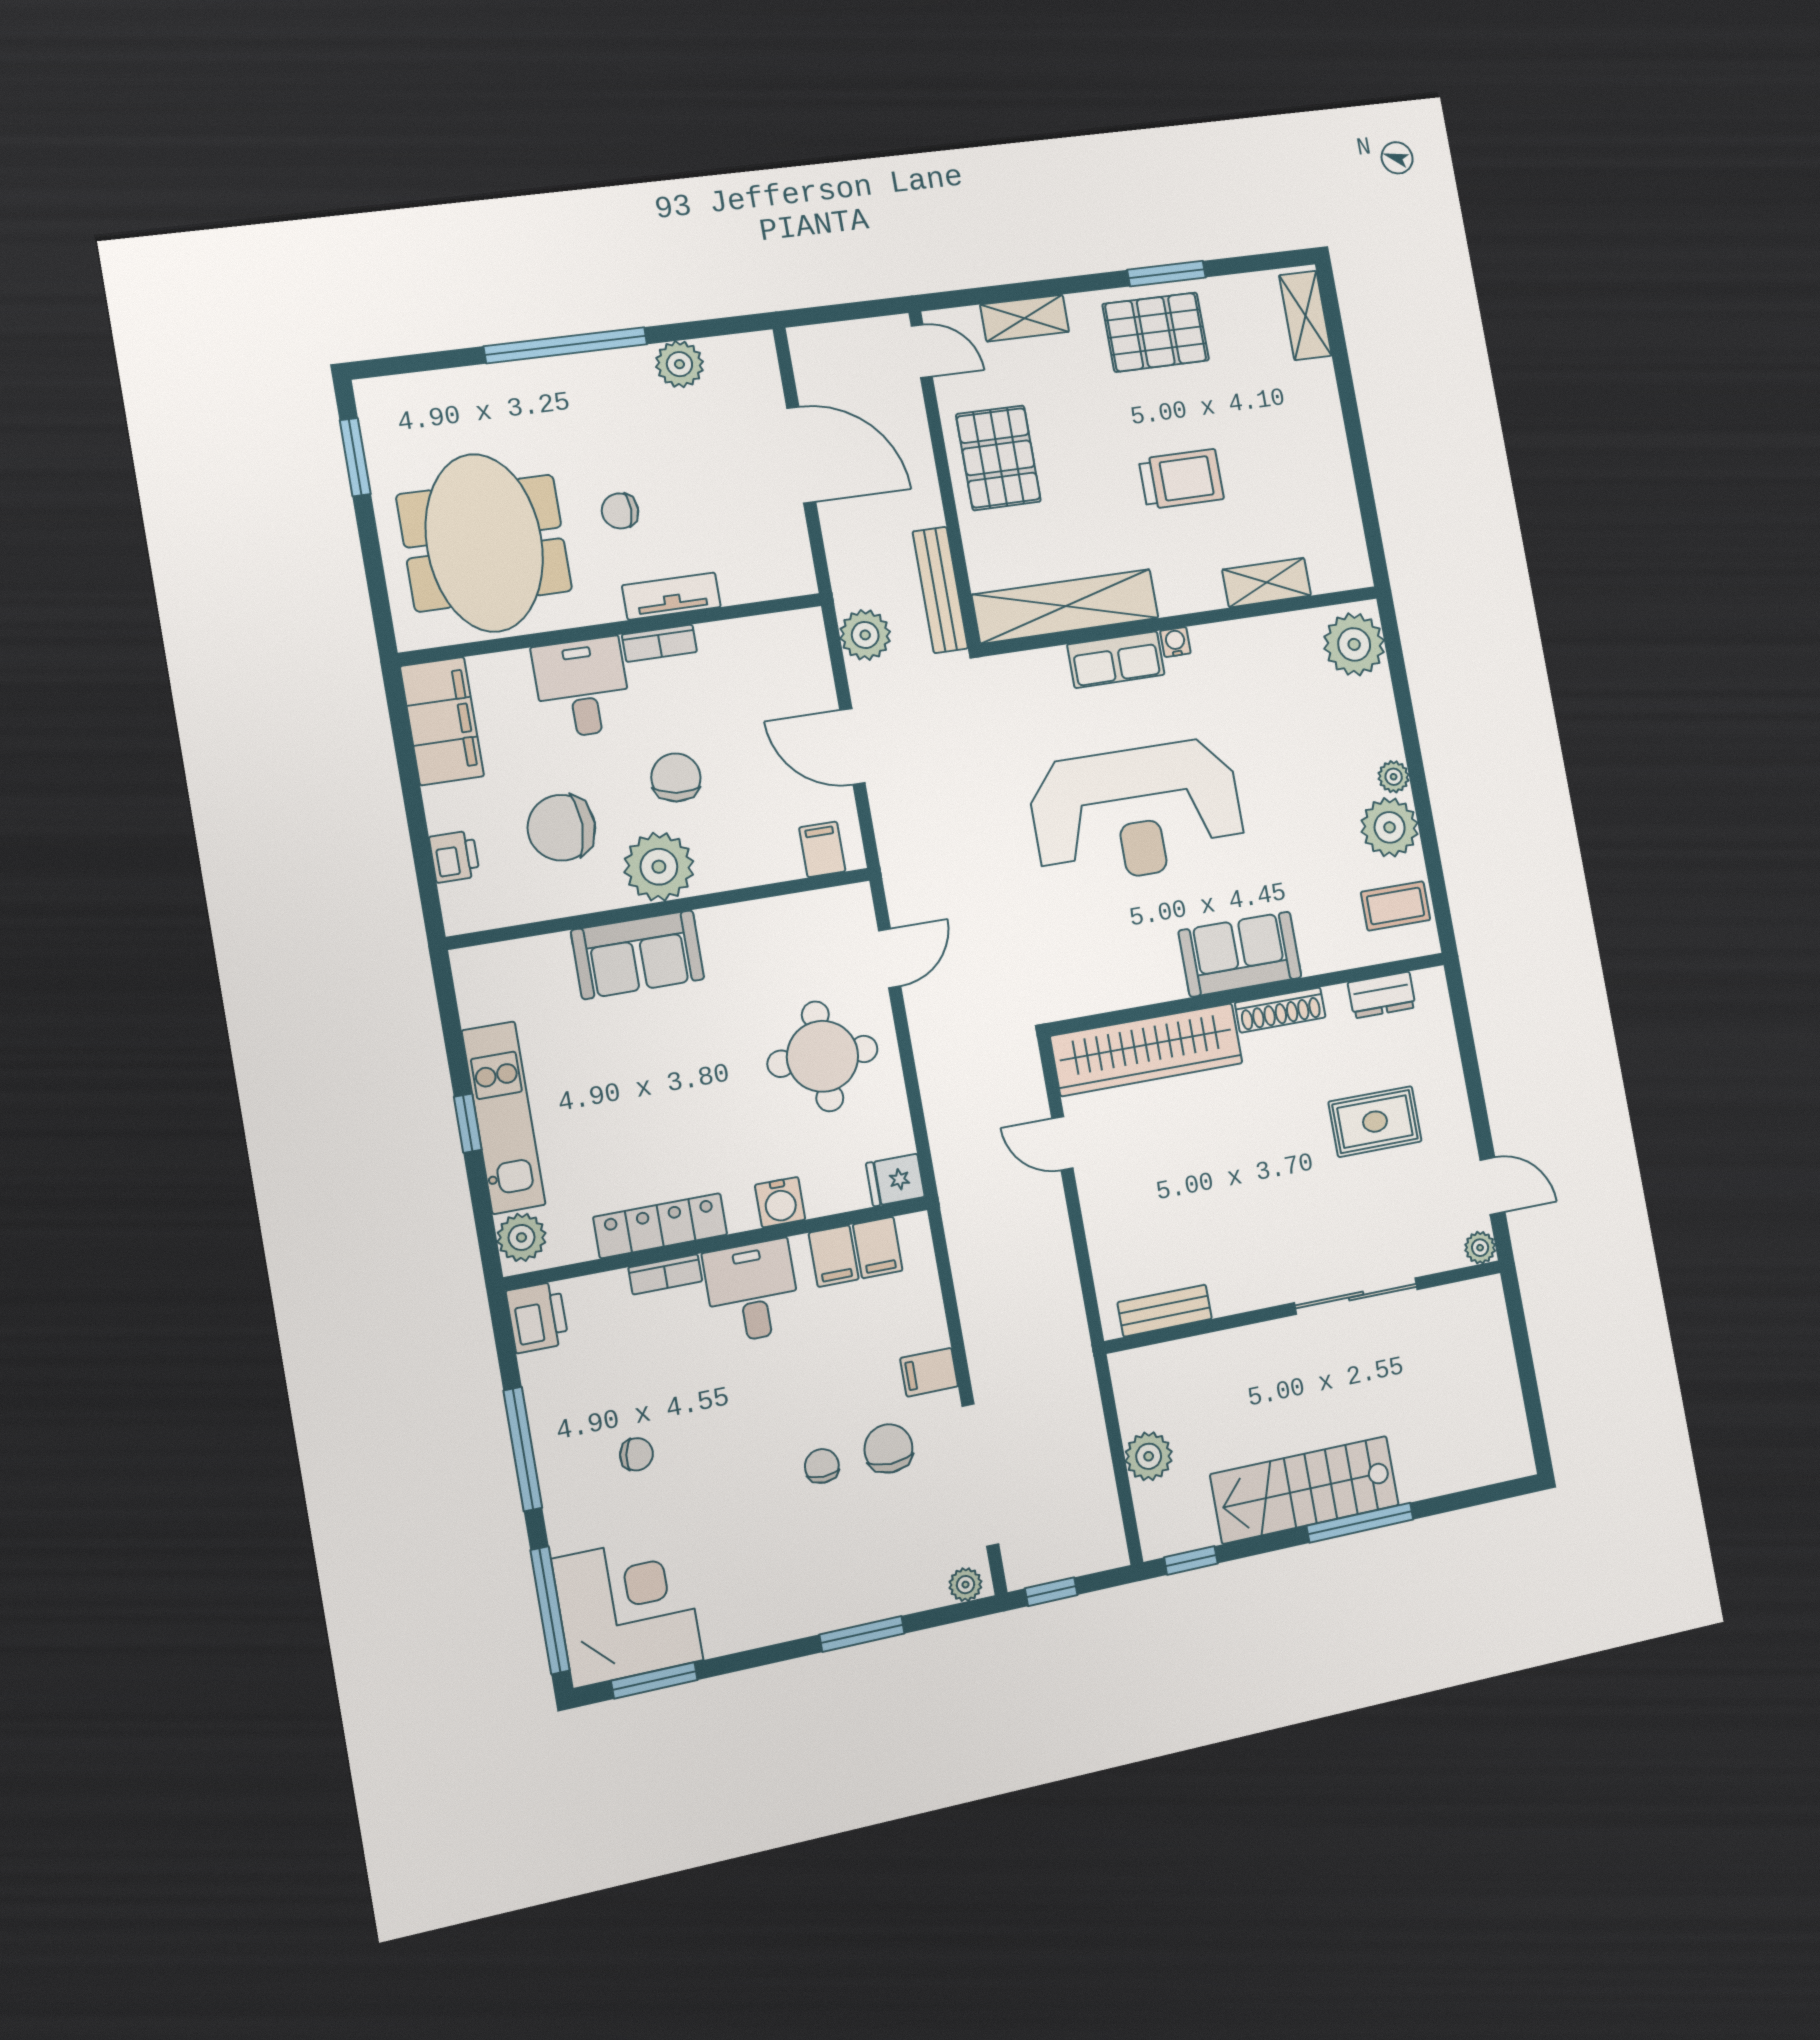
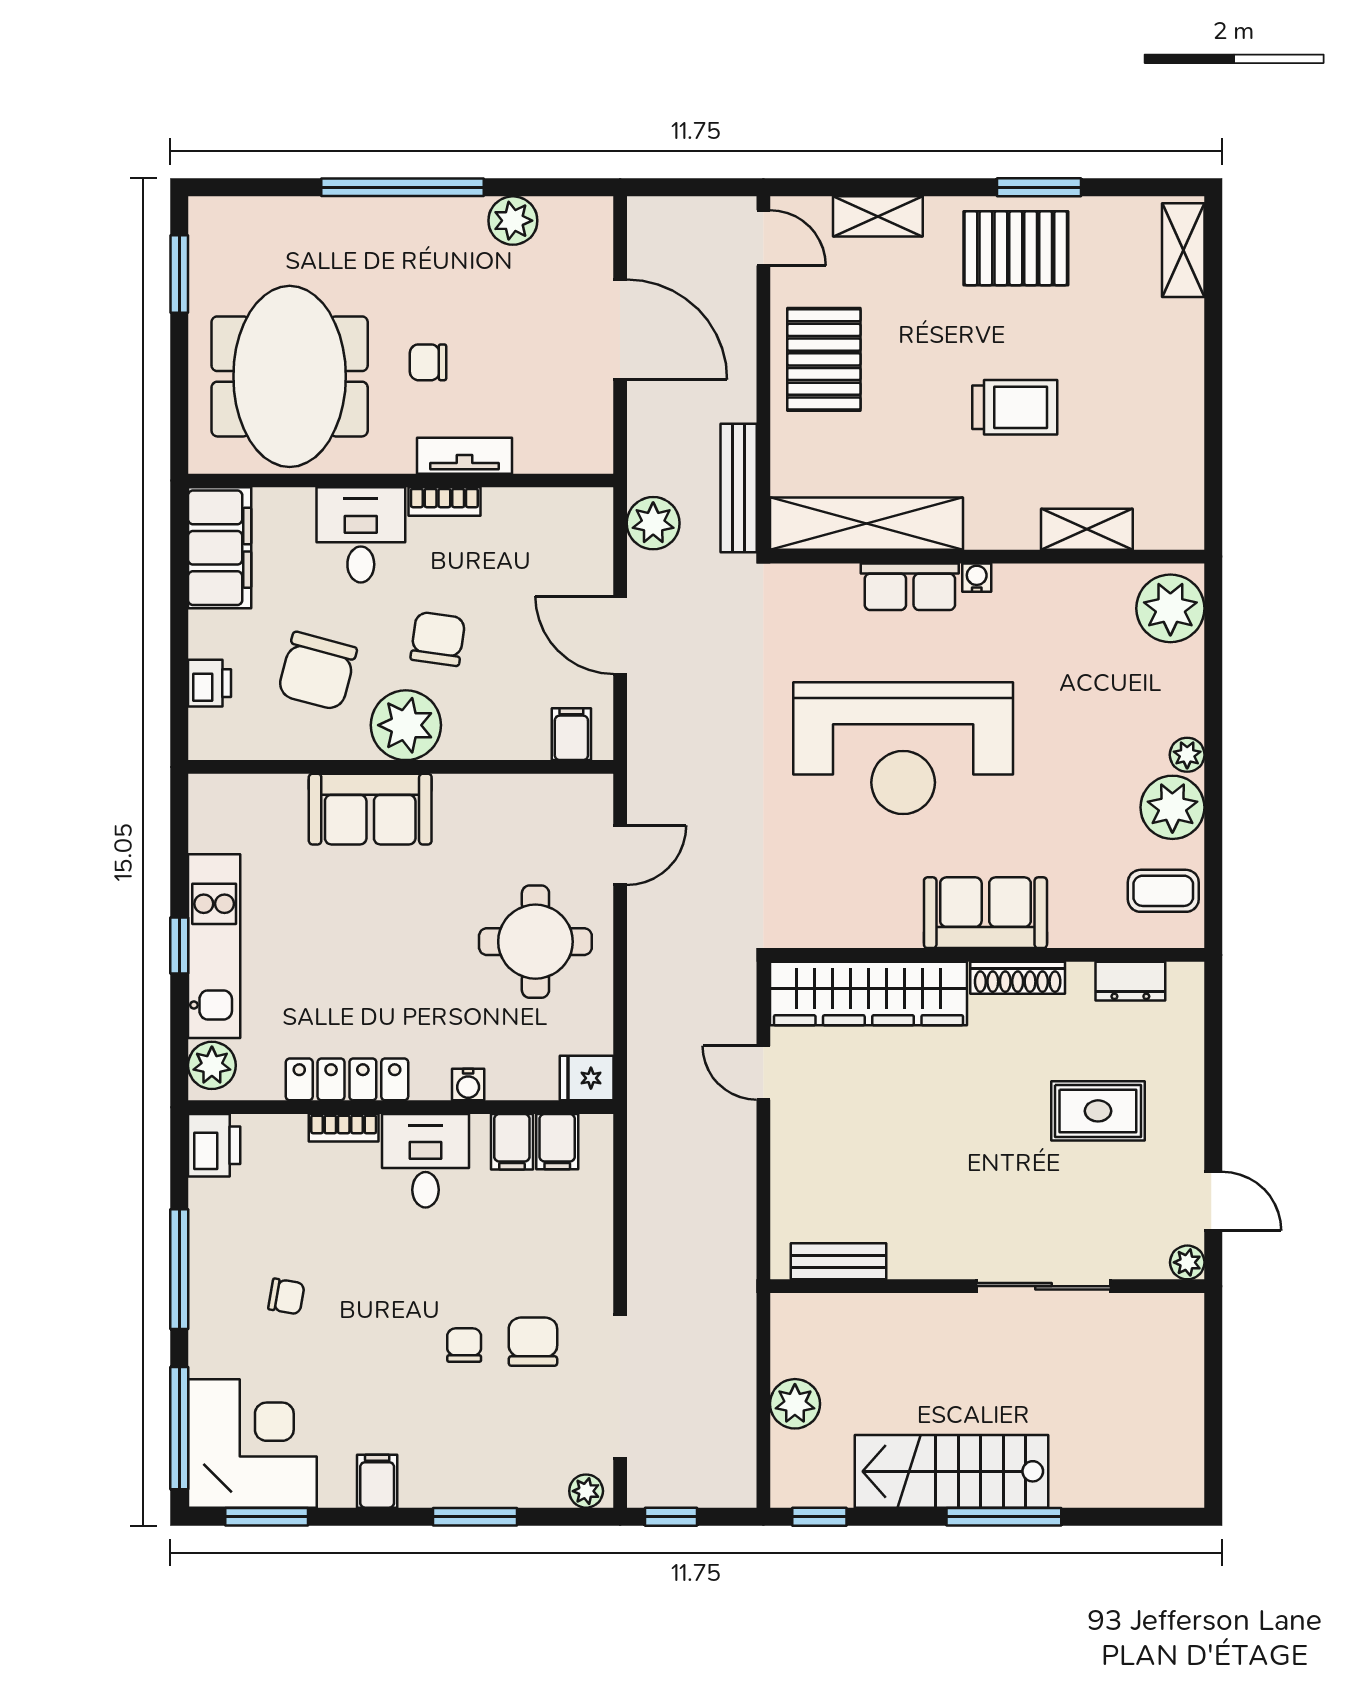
chair: (561, 828) -> (317, 671), turned -75
water cooler: (780, 1202) -> (468, 1085), width x0.72, depth x0.72
filing cabinet: (929, 1372) -> (377, 1481), moved, turned 90

